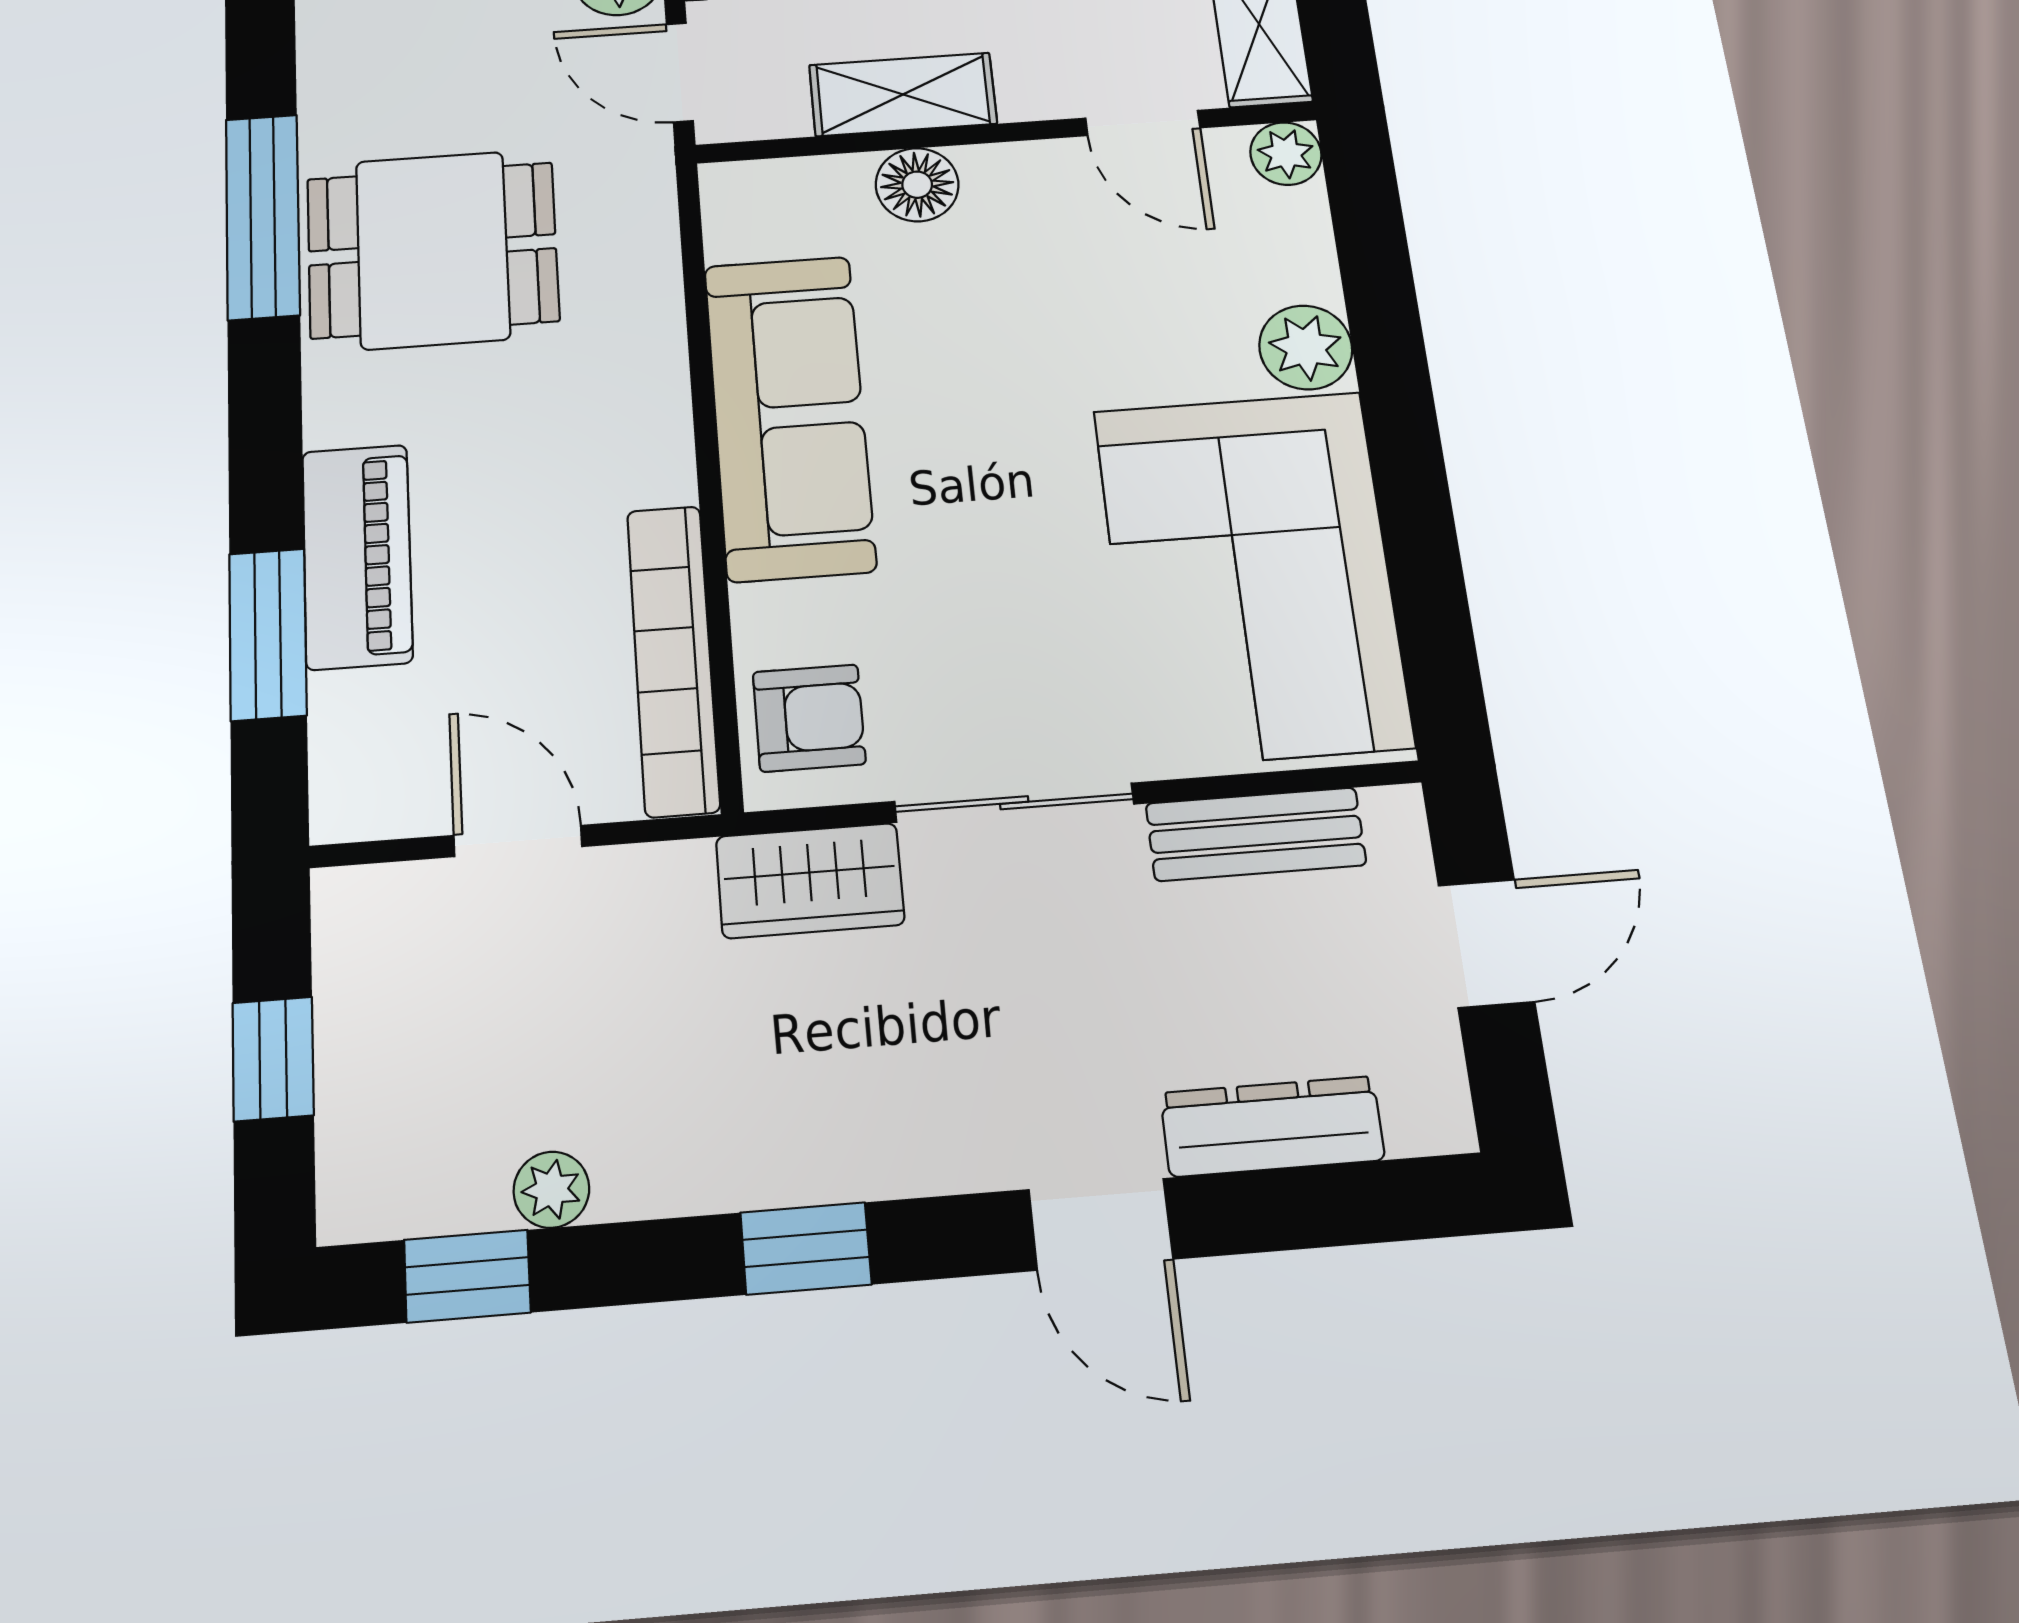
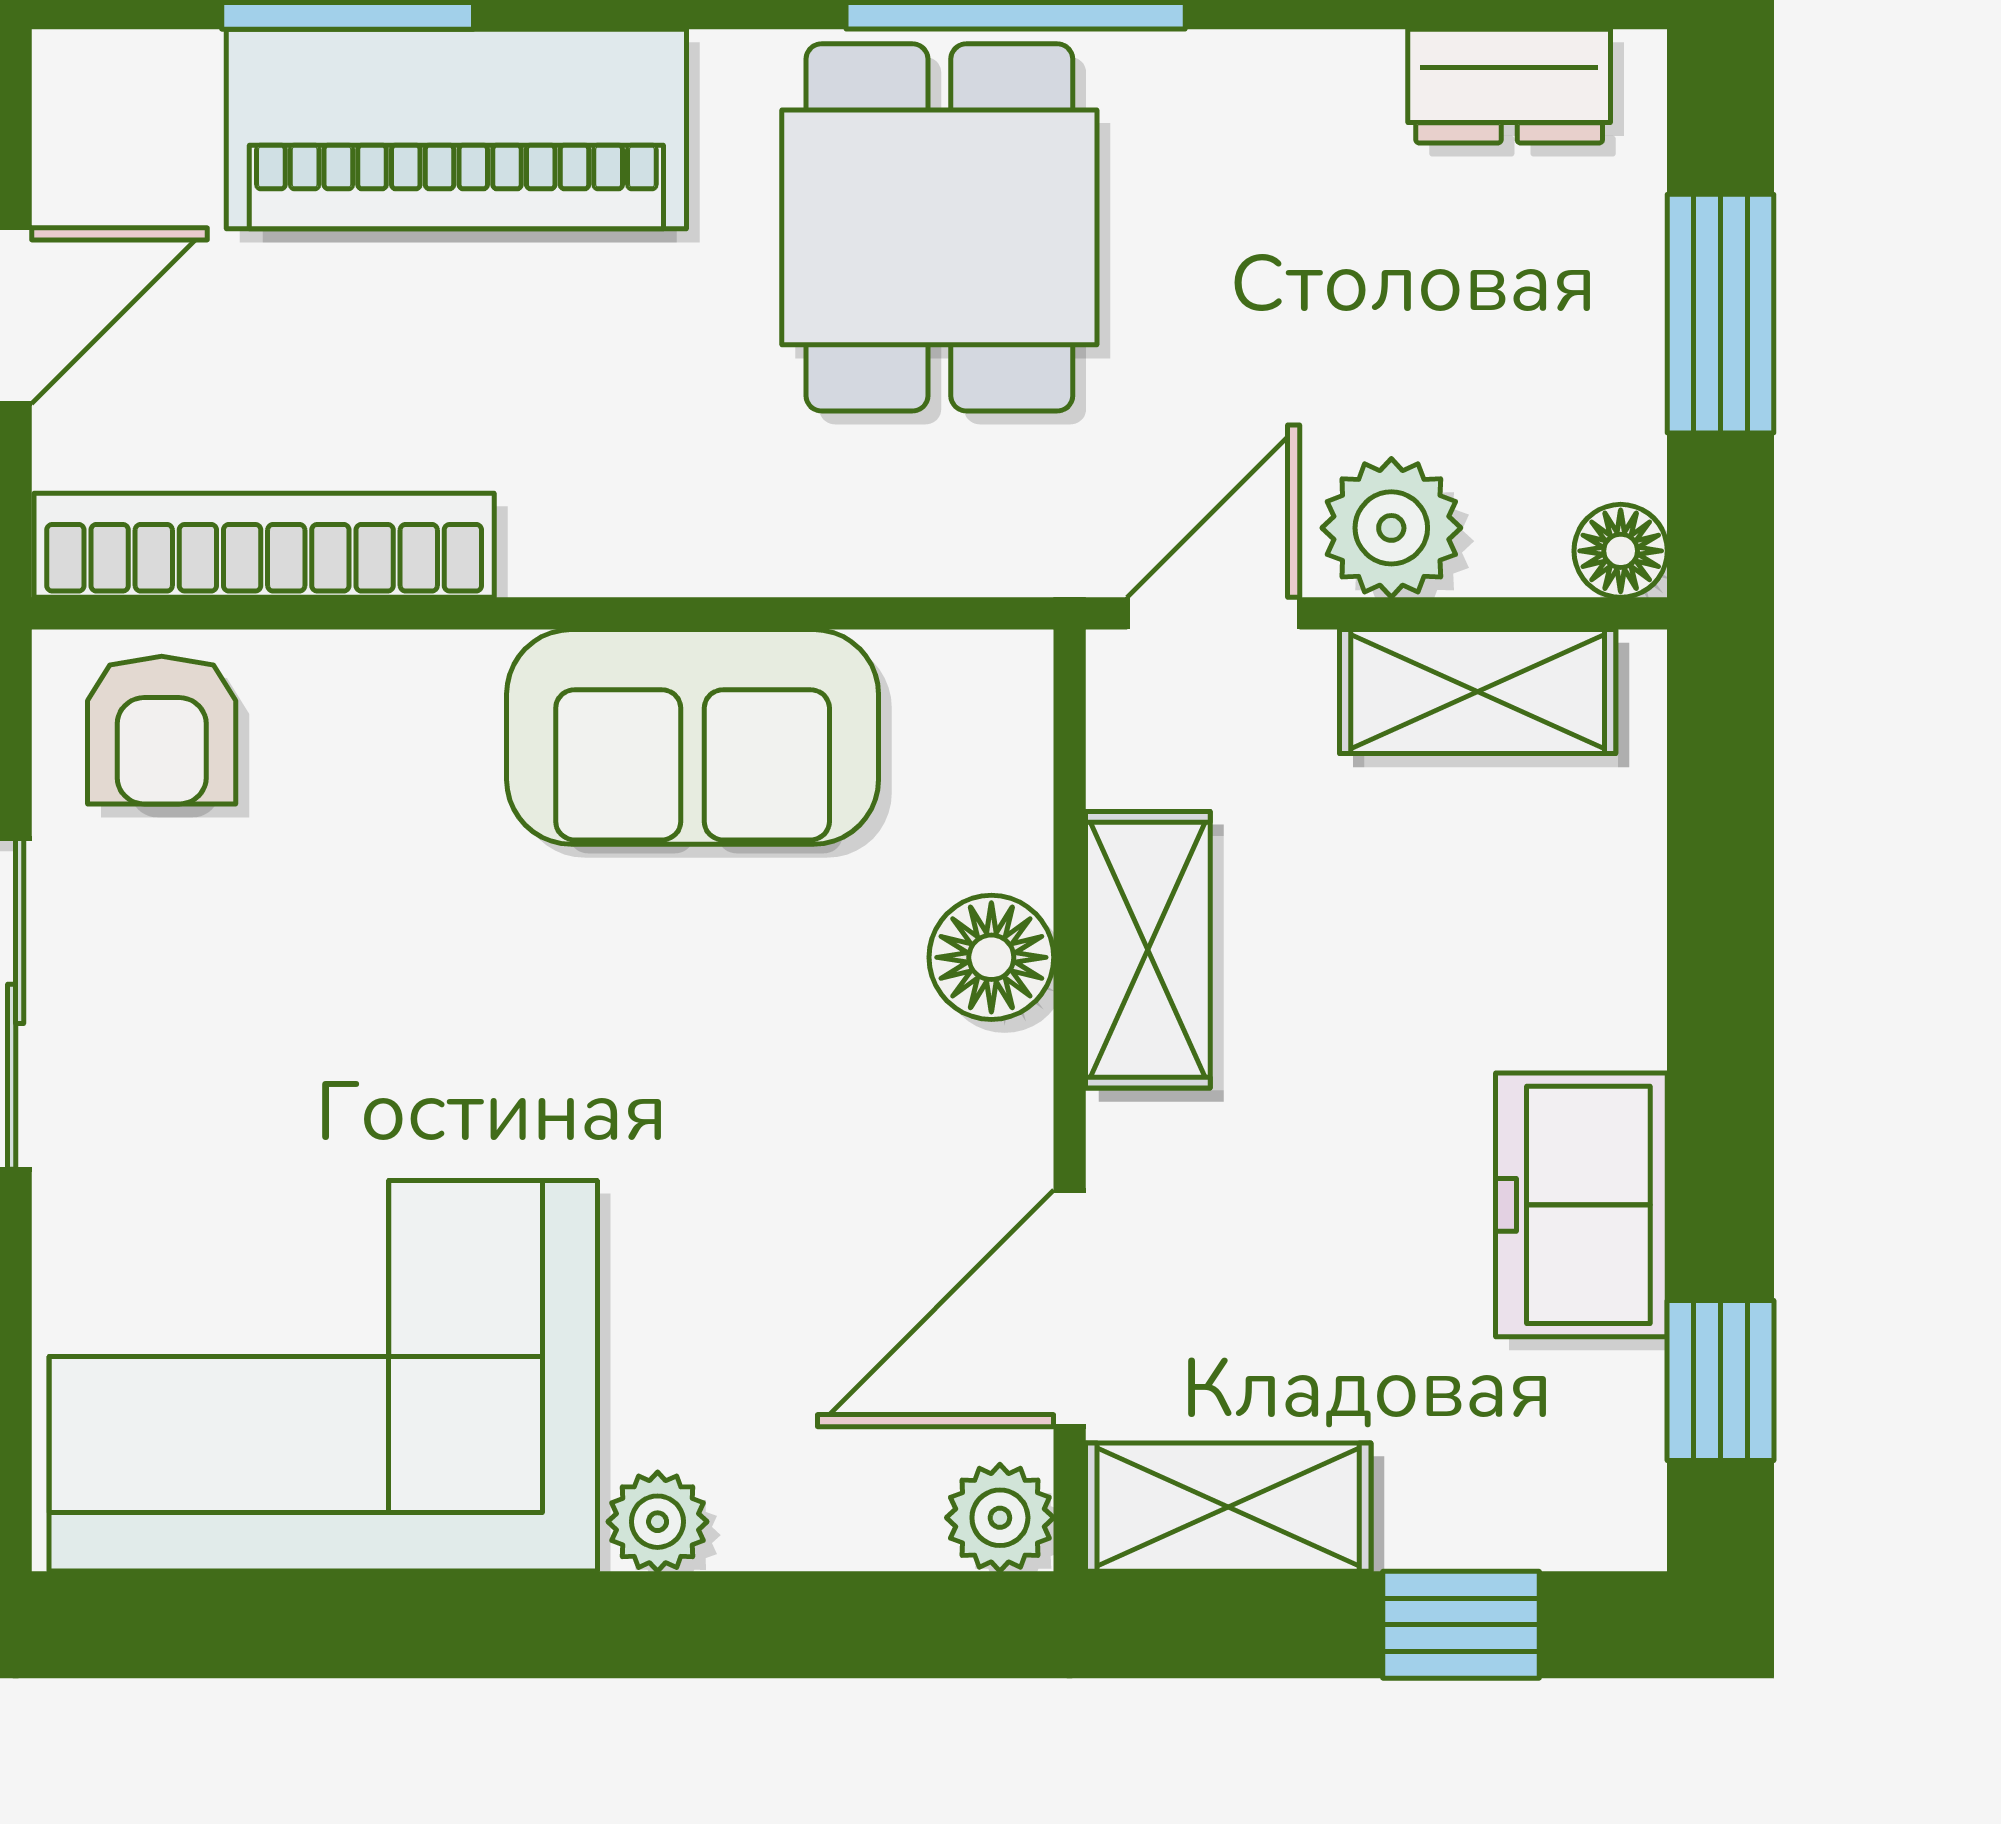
door: (1143, 123) -> (1070, 1308), width x1.38
plant: (1306, 347) -> (658, 1522), width x0.73, depth x0.73
sofa: (789, 416) -> (693, 737), width x0.73
piano: (357, 556) -> (456, 129), width x1.37, depth x1.33

